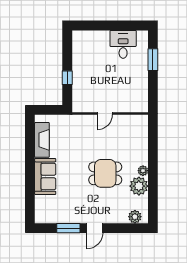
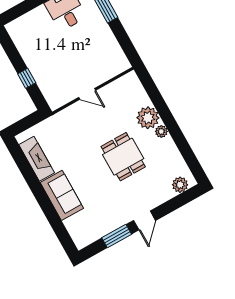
door: (105, 114) -> (87, 94), hinge flipped
dining table: (105, 173) -> (123, 157), turned 90
plant: (139, 186) -> (148, 118), moved

